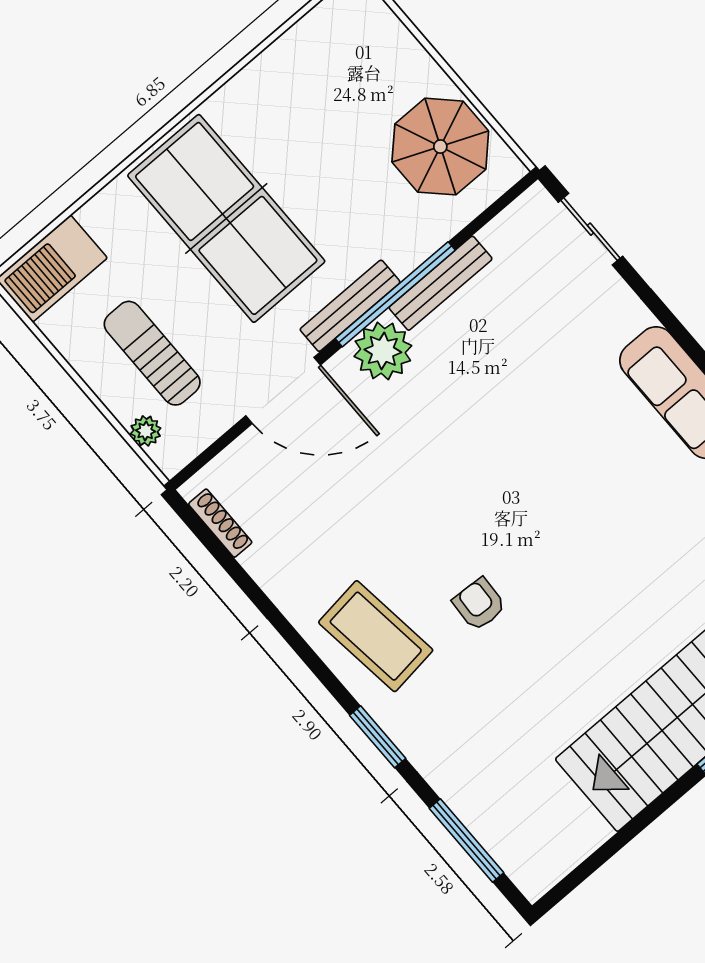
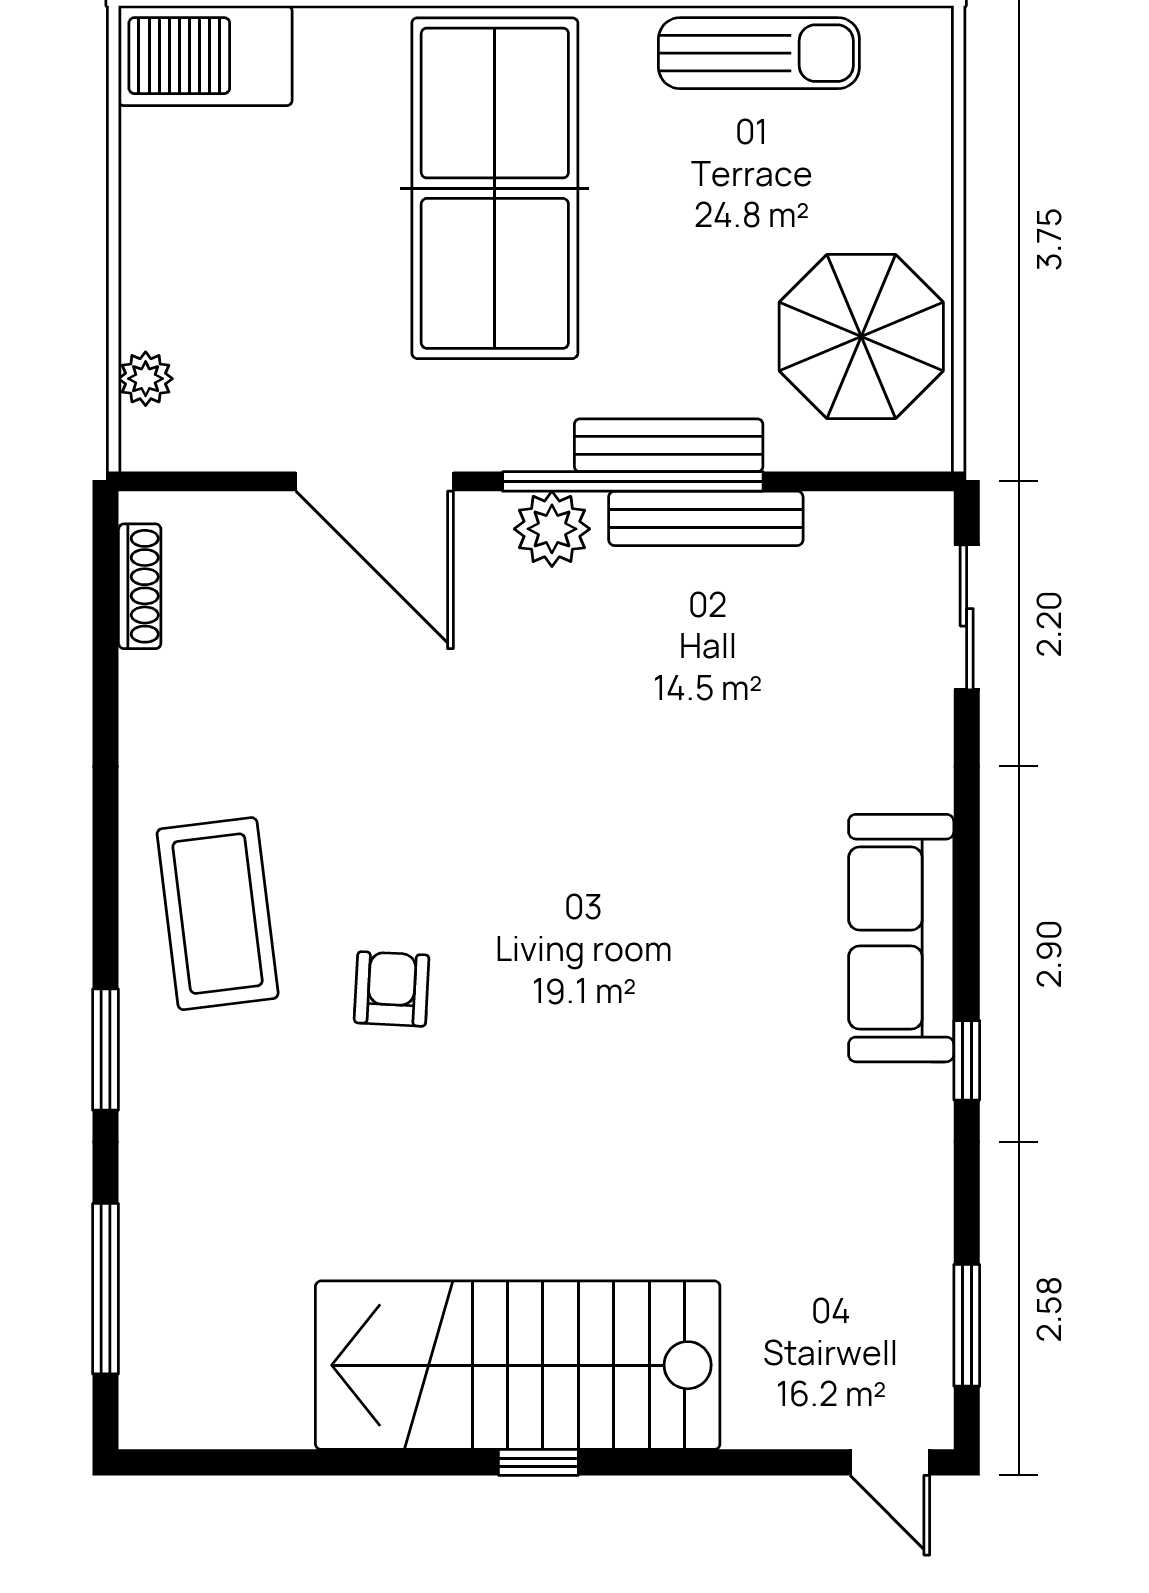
bench: (350, 306) -> (669, 445), moved
plant: (383, 351) -> (552, 529), width x0.73, depth x0.73
sun lounger: (152, 353) -> (759, 53), moved, turned 90

